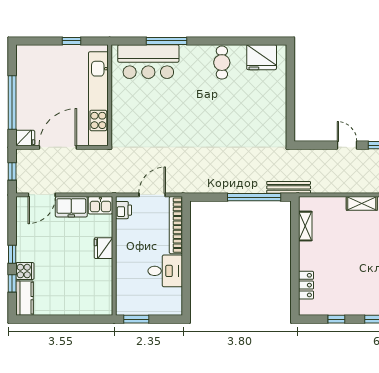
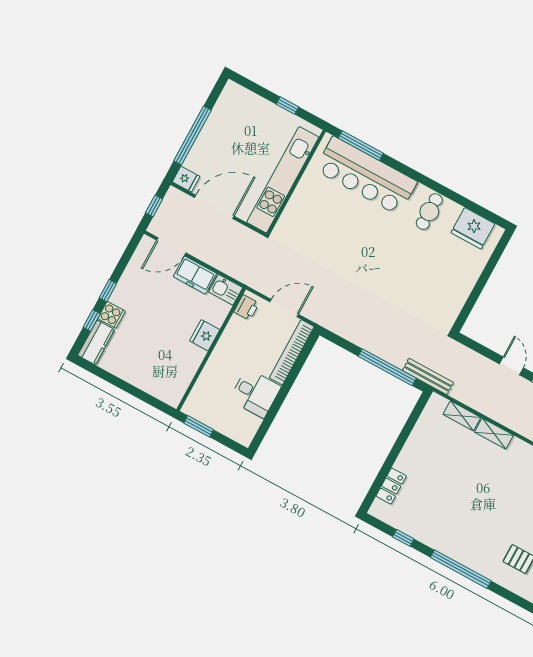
window: (166, 41) -> (361, 146), moved
bar counter: (148, 62) -> (366, 176), width x1.36
shelving: (305, 226) -> (462, 416), moved, turned 90

